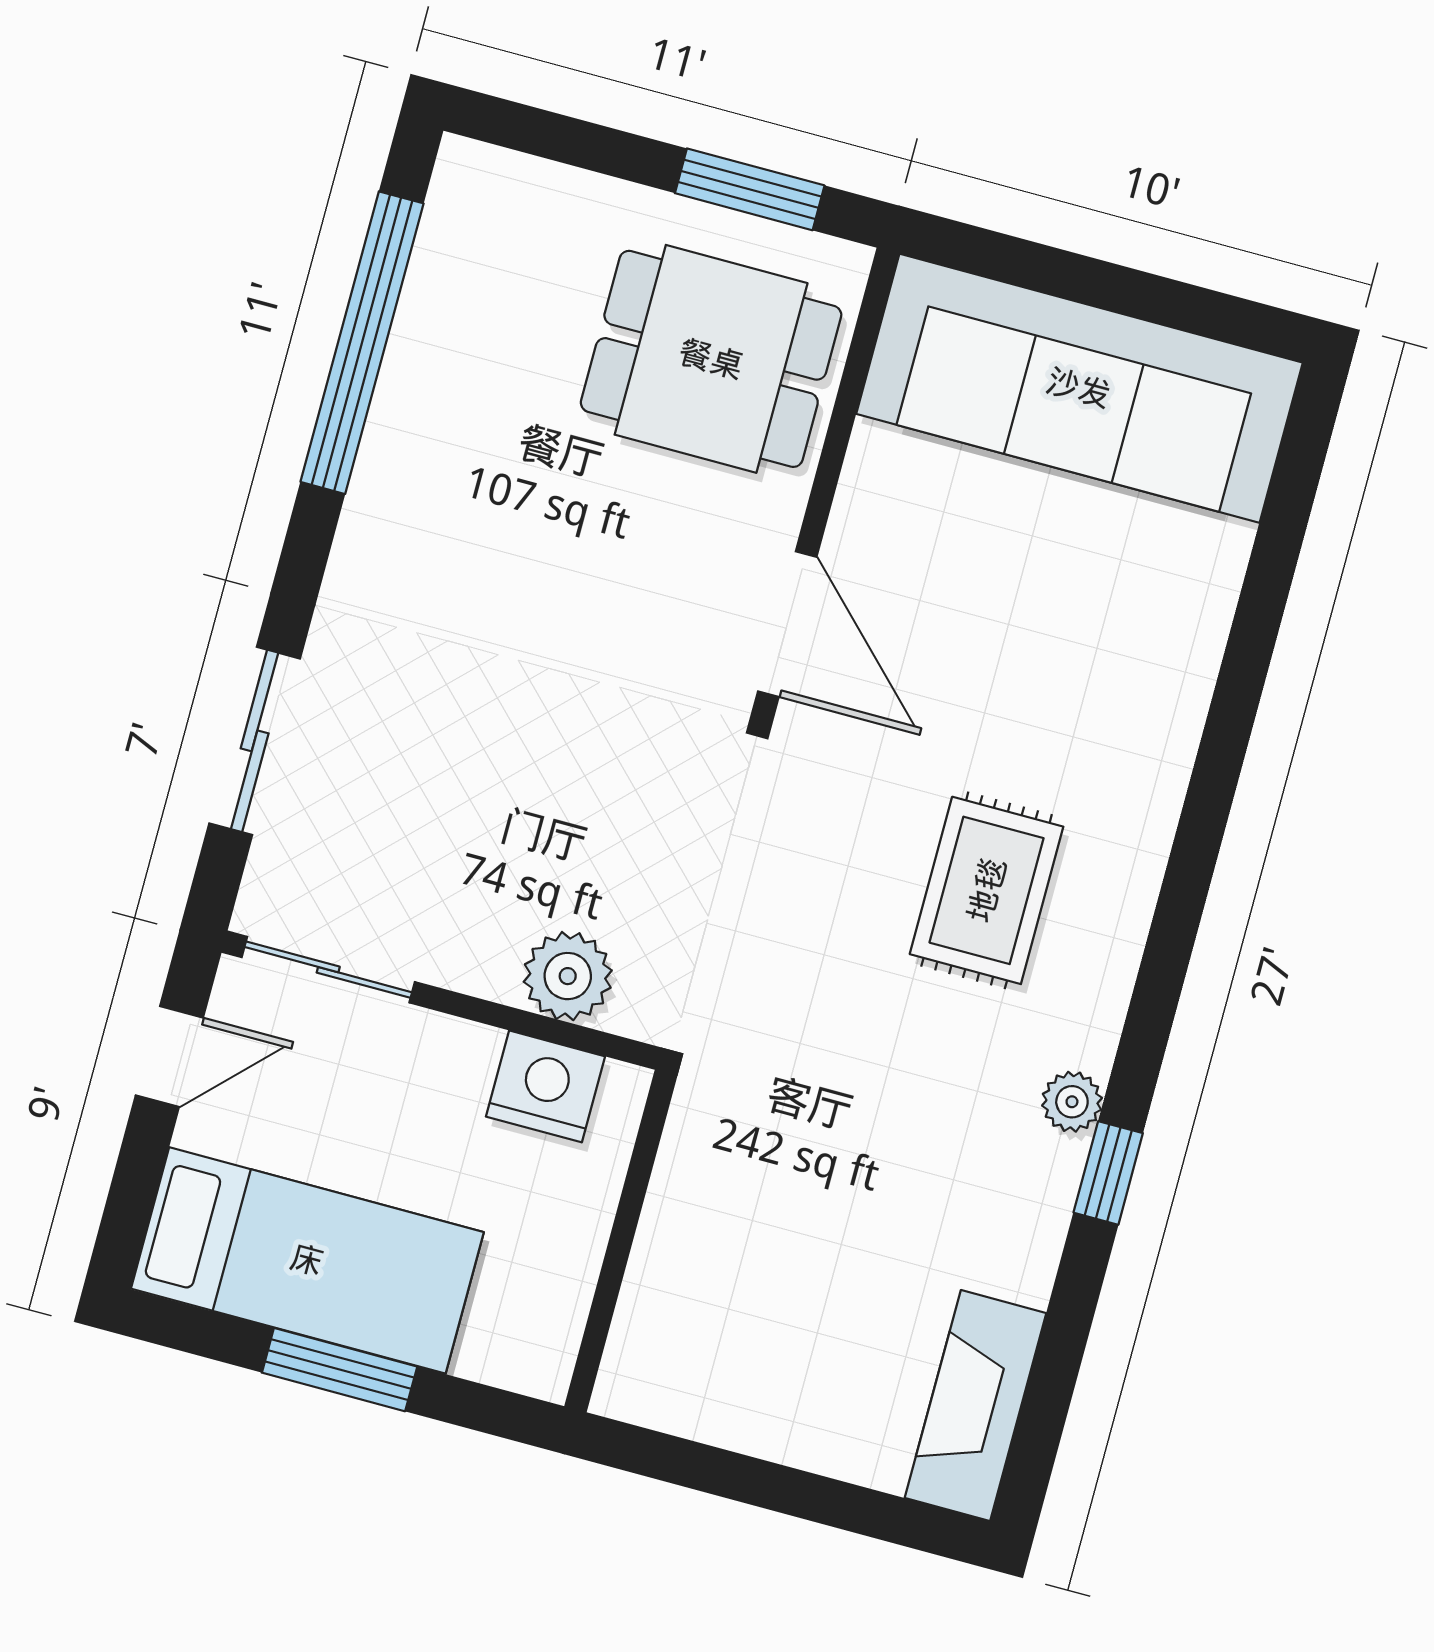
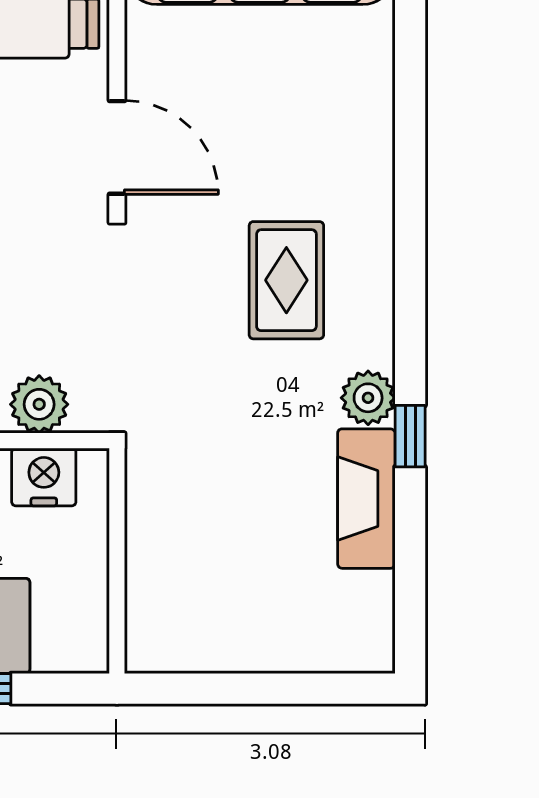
plant: (1072, 1102) -> (368, 398), width x1.38, depth x1.38
fireplace: (975, 1406) -> (366, 499), moved

